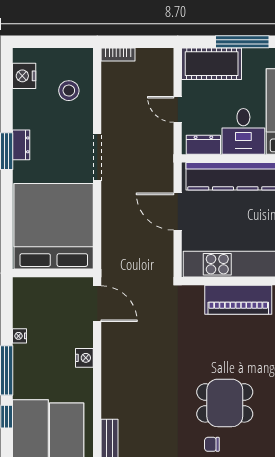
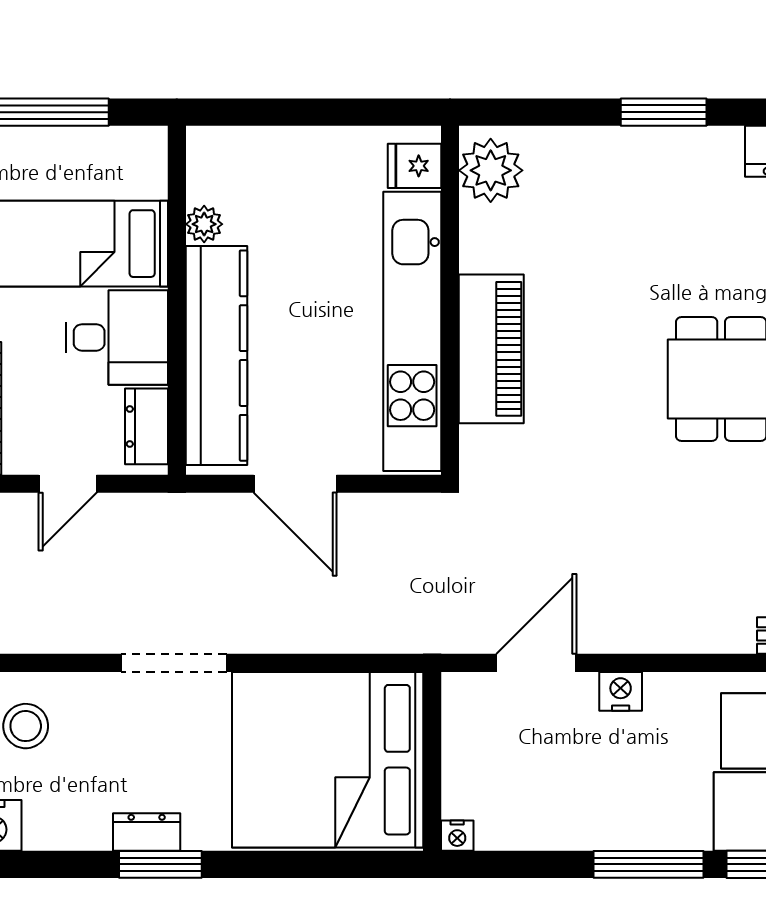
door: (178, 212) -> (295, 484), hinge flipped
door: (97, 304) -> (536, 663), moved
nightstand: (20, 336) -> (457, 836), moved

